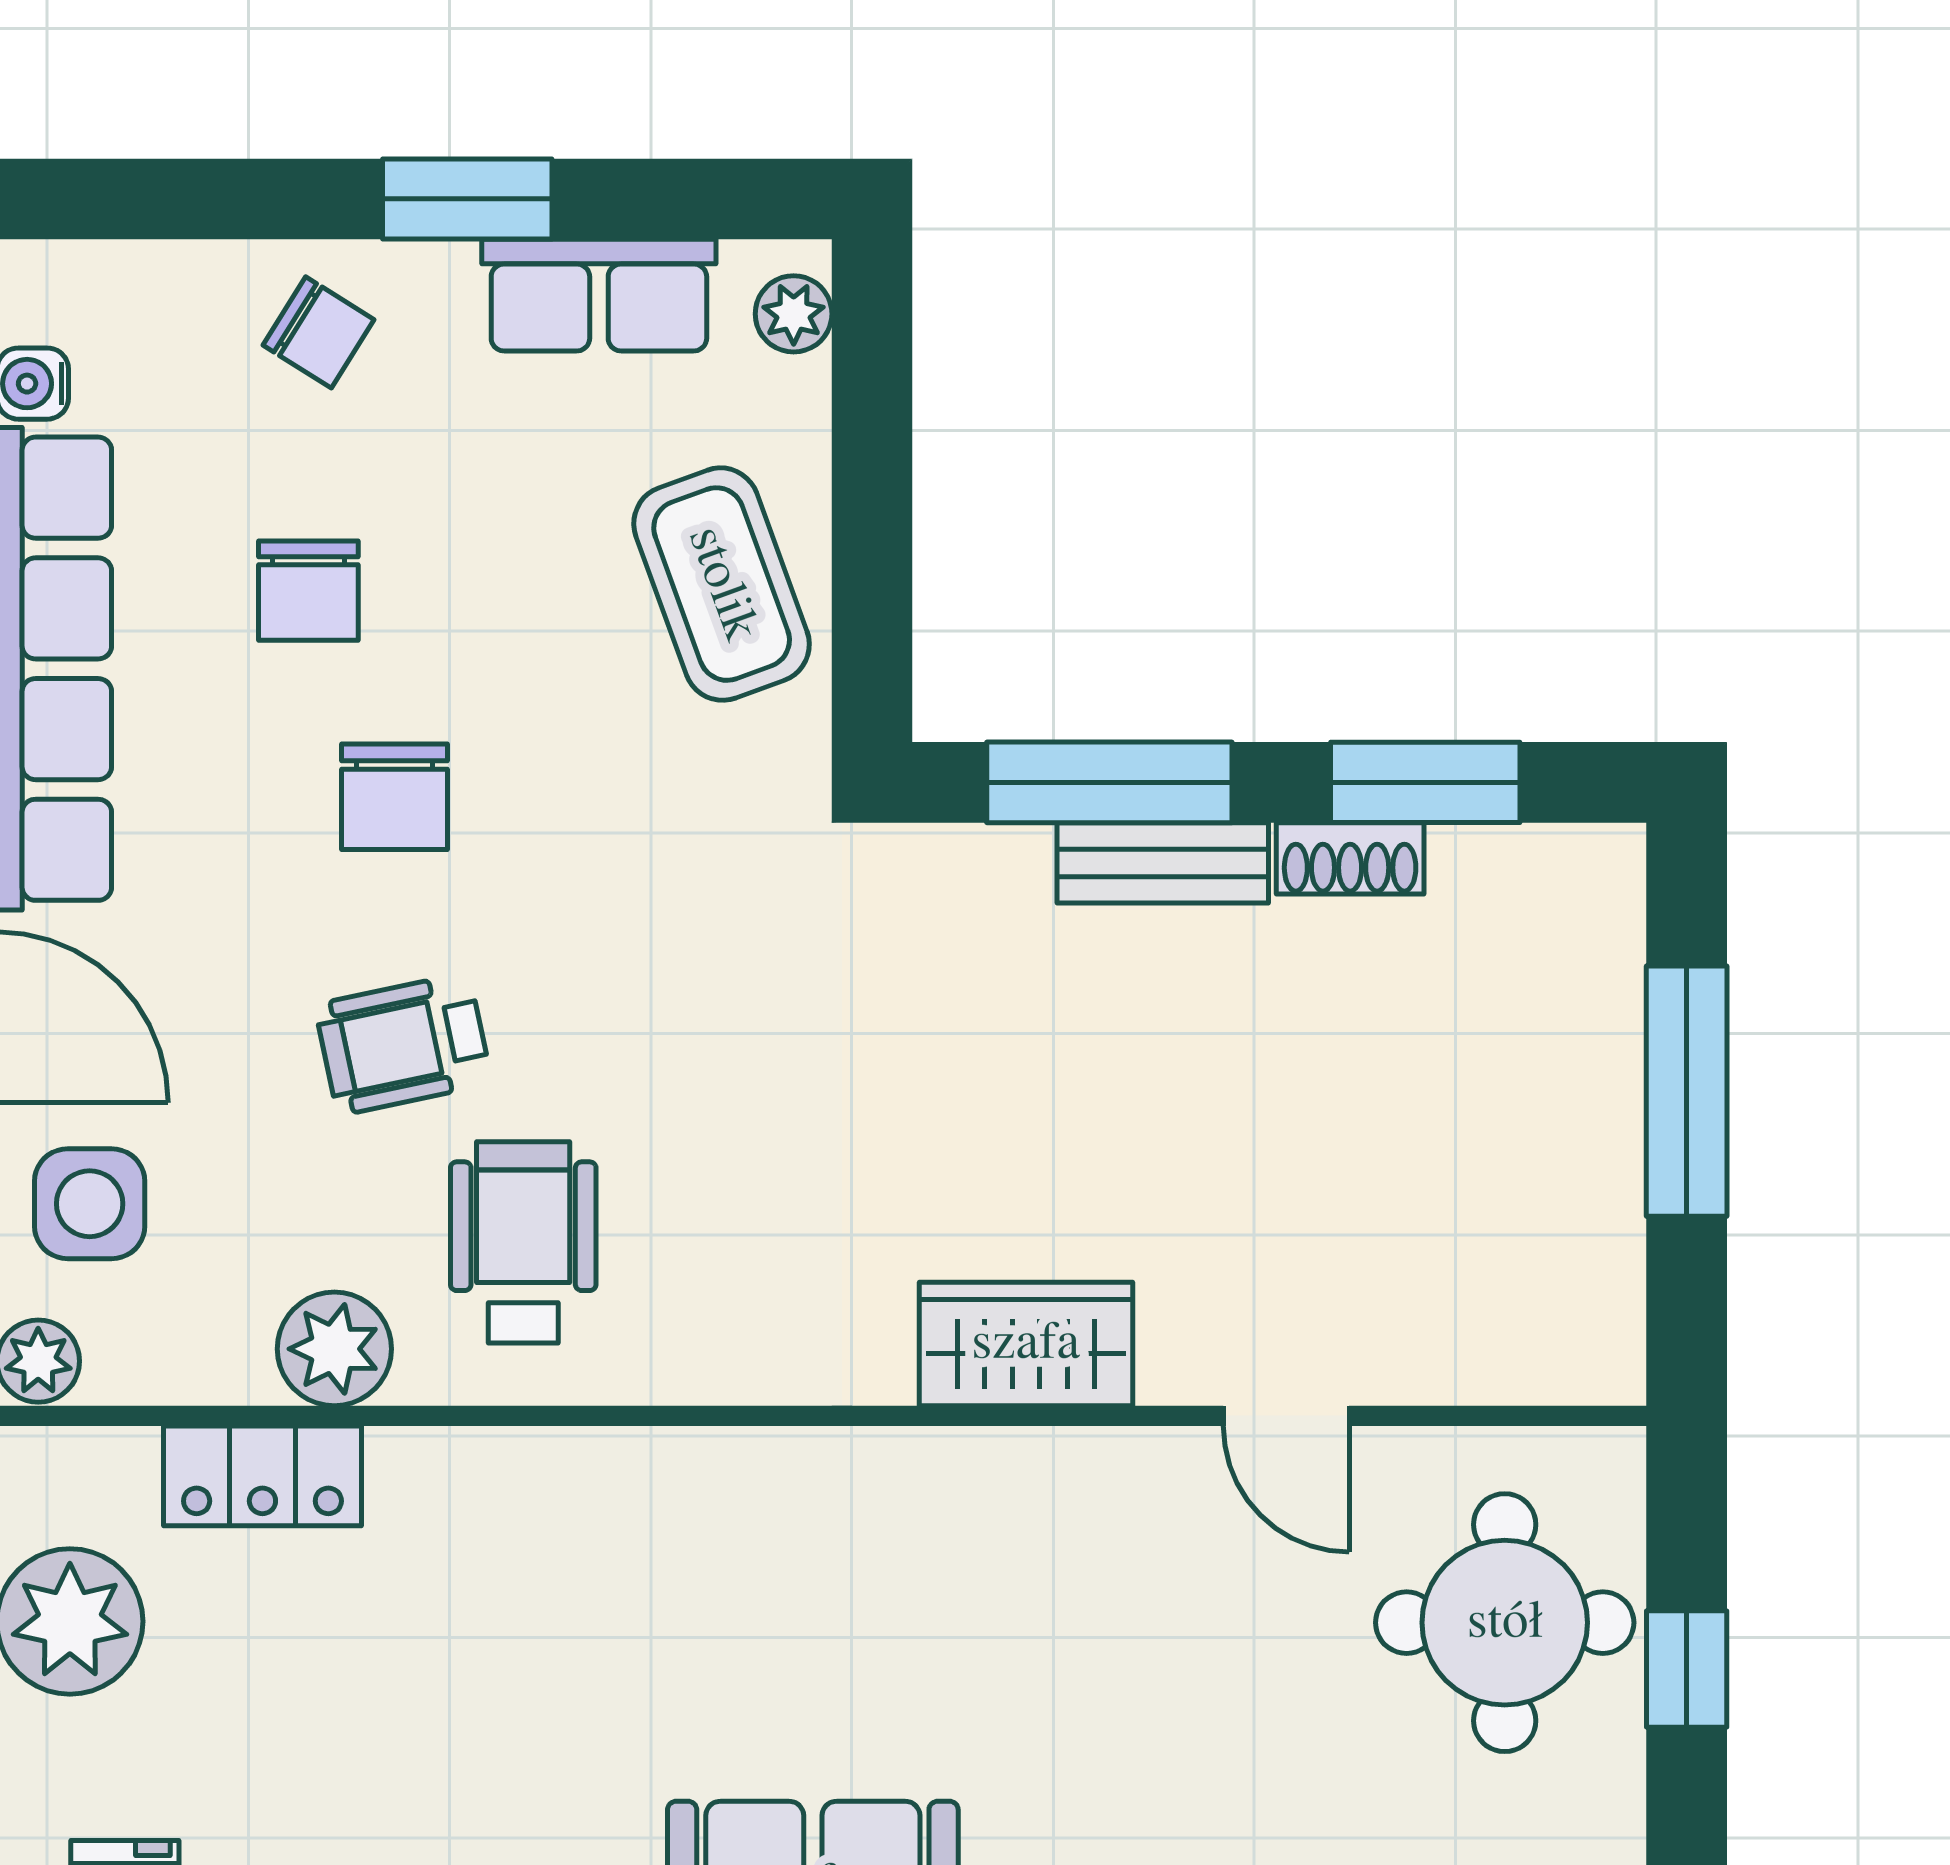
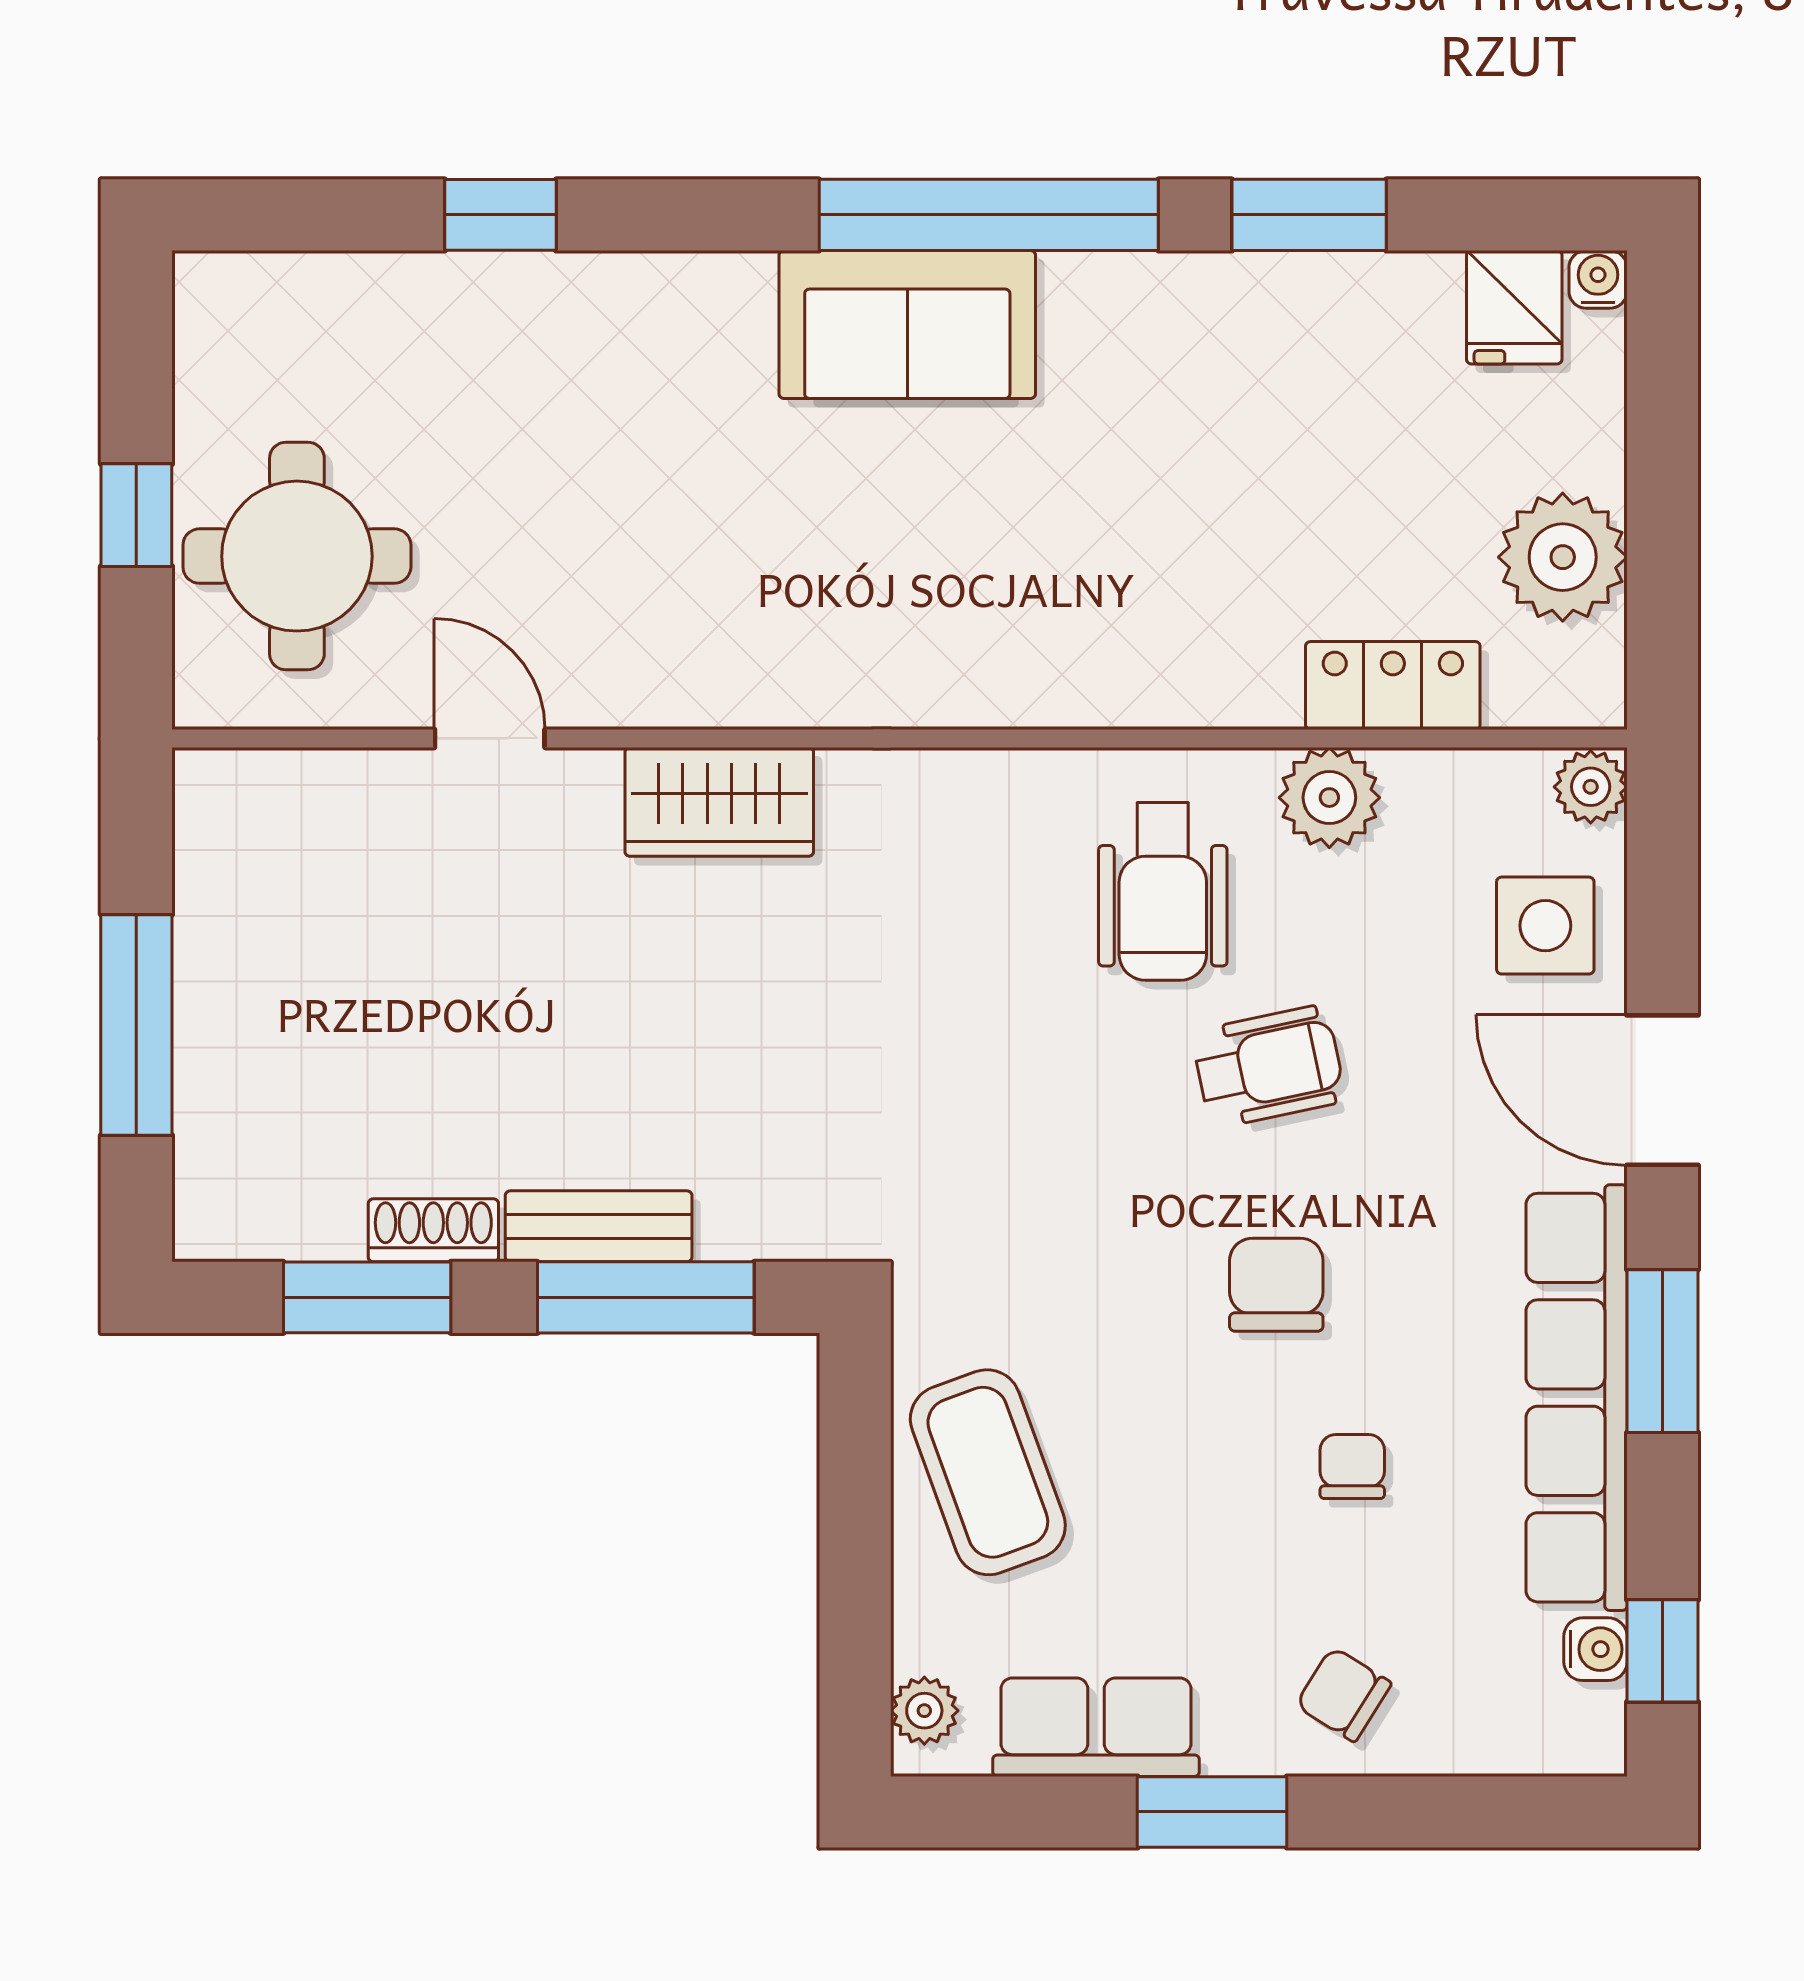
chair: (308, 591) -> (1352, 1466), width x0.73, depth x0.73

